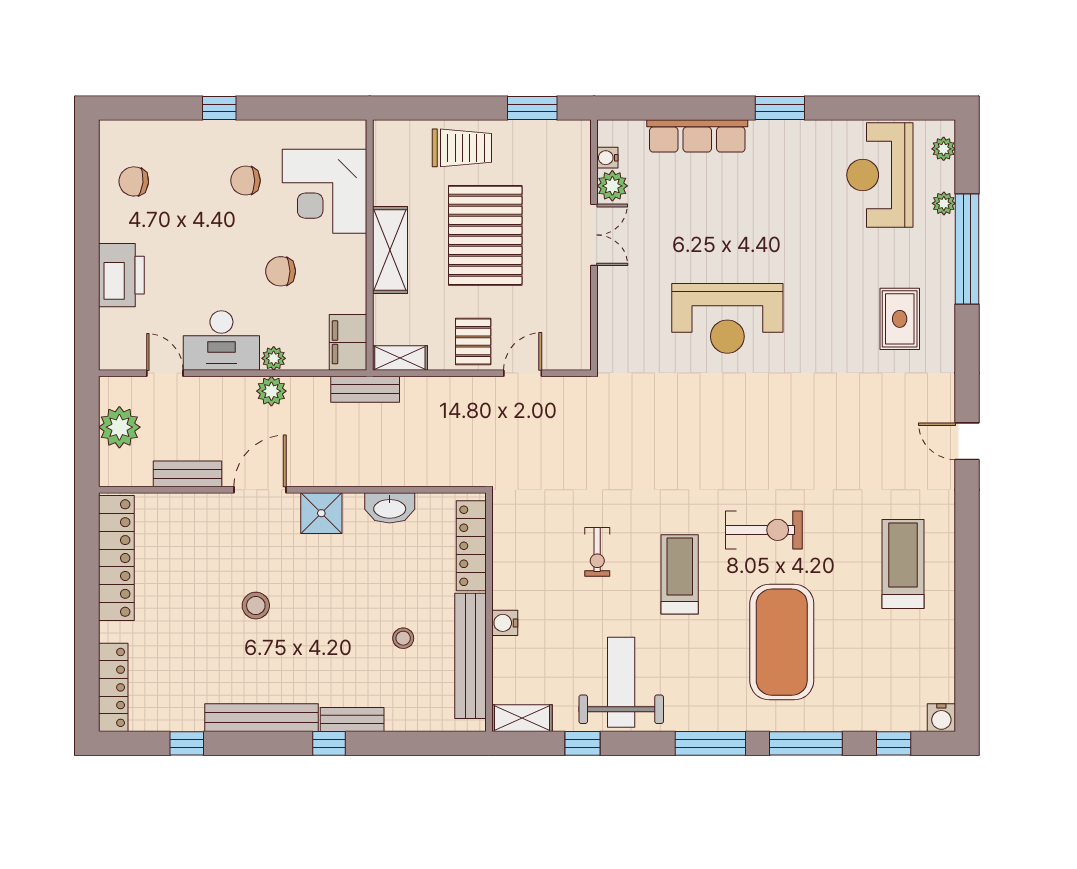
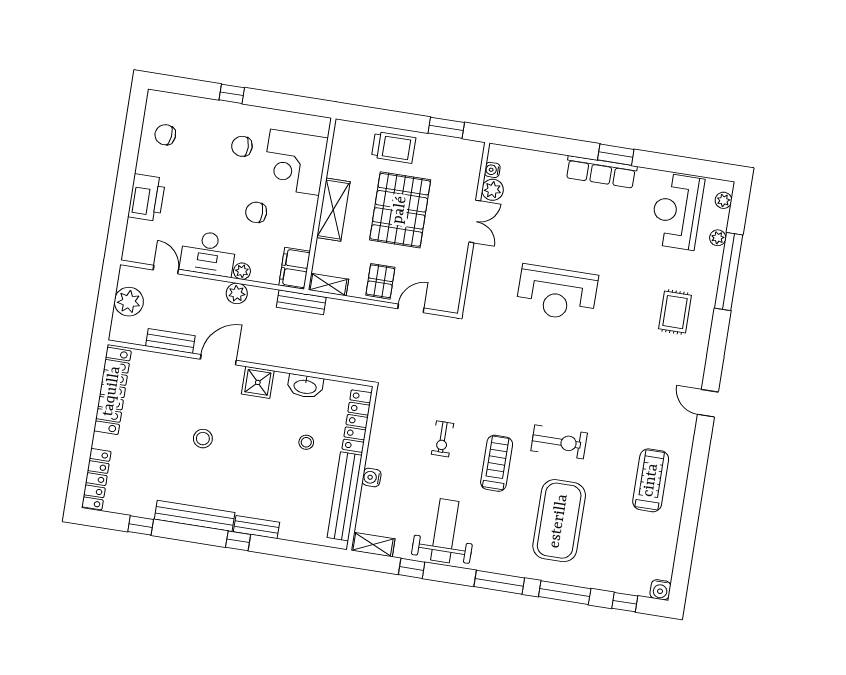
row of seats: (697, 136) -> (601, 172), moved
stool: (403, 638) -> (306, 442), moved

